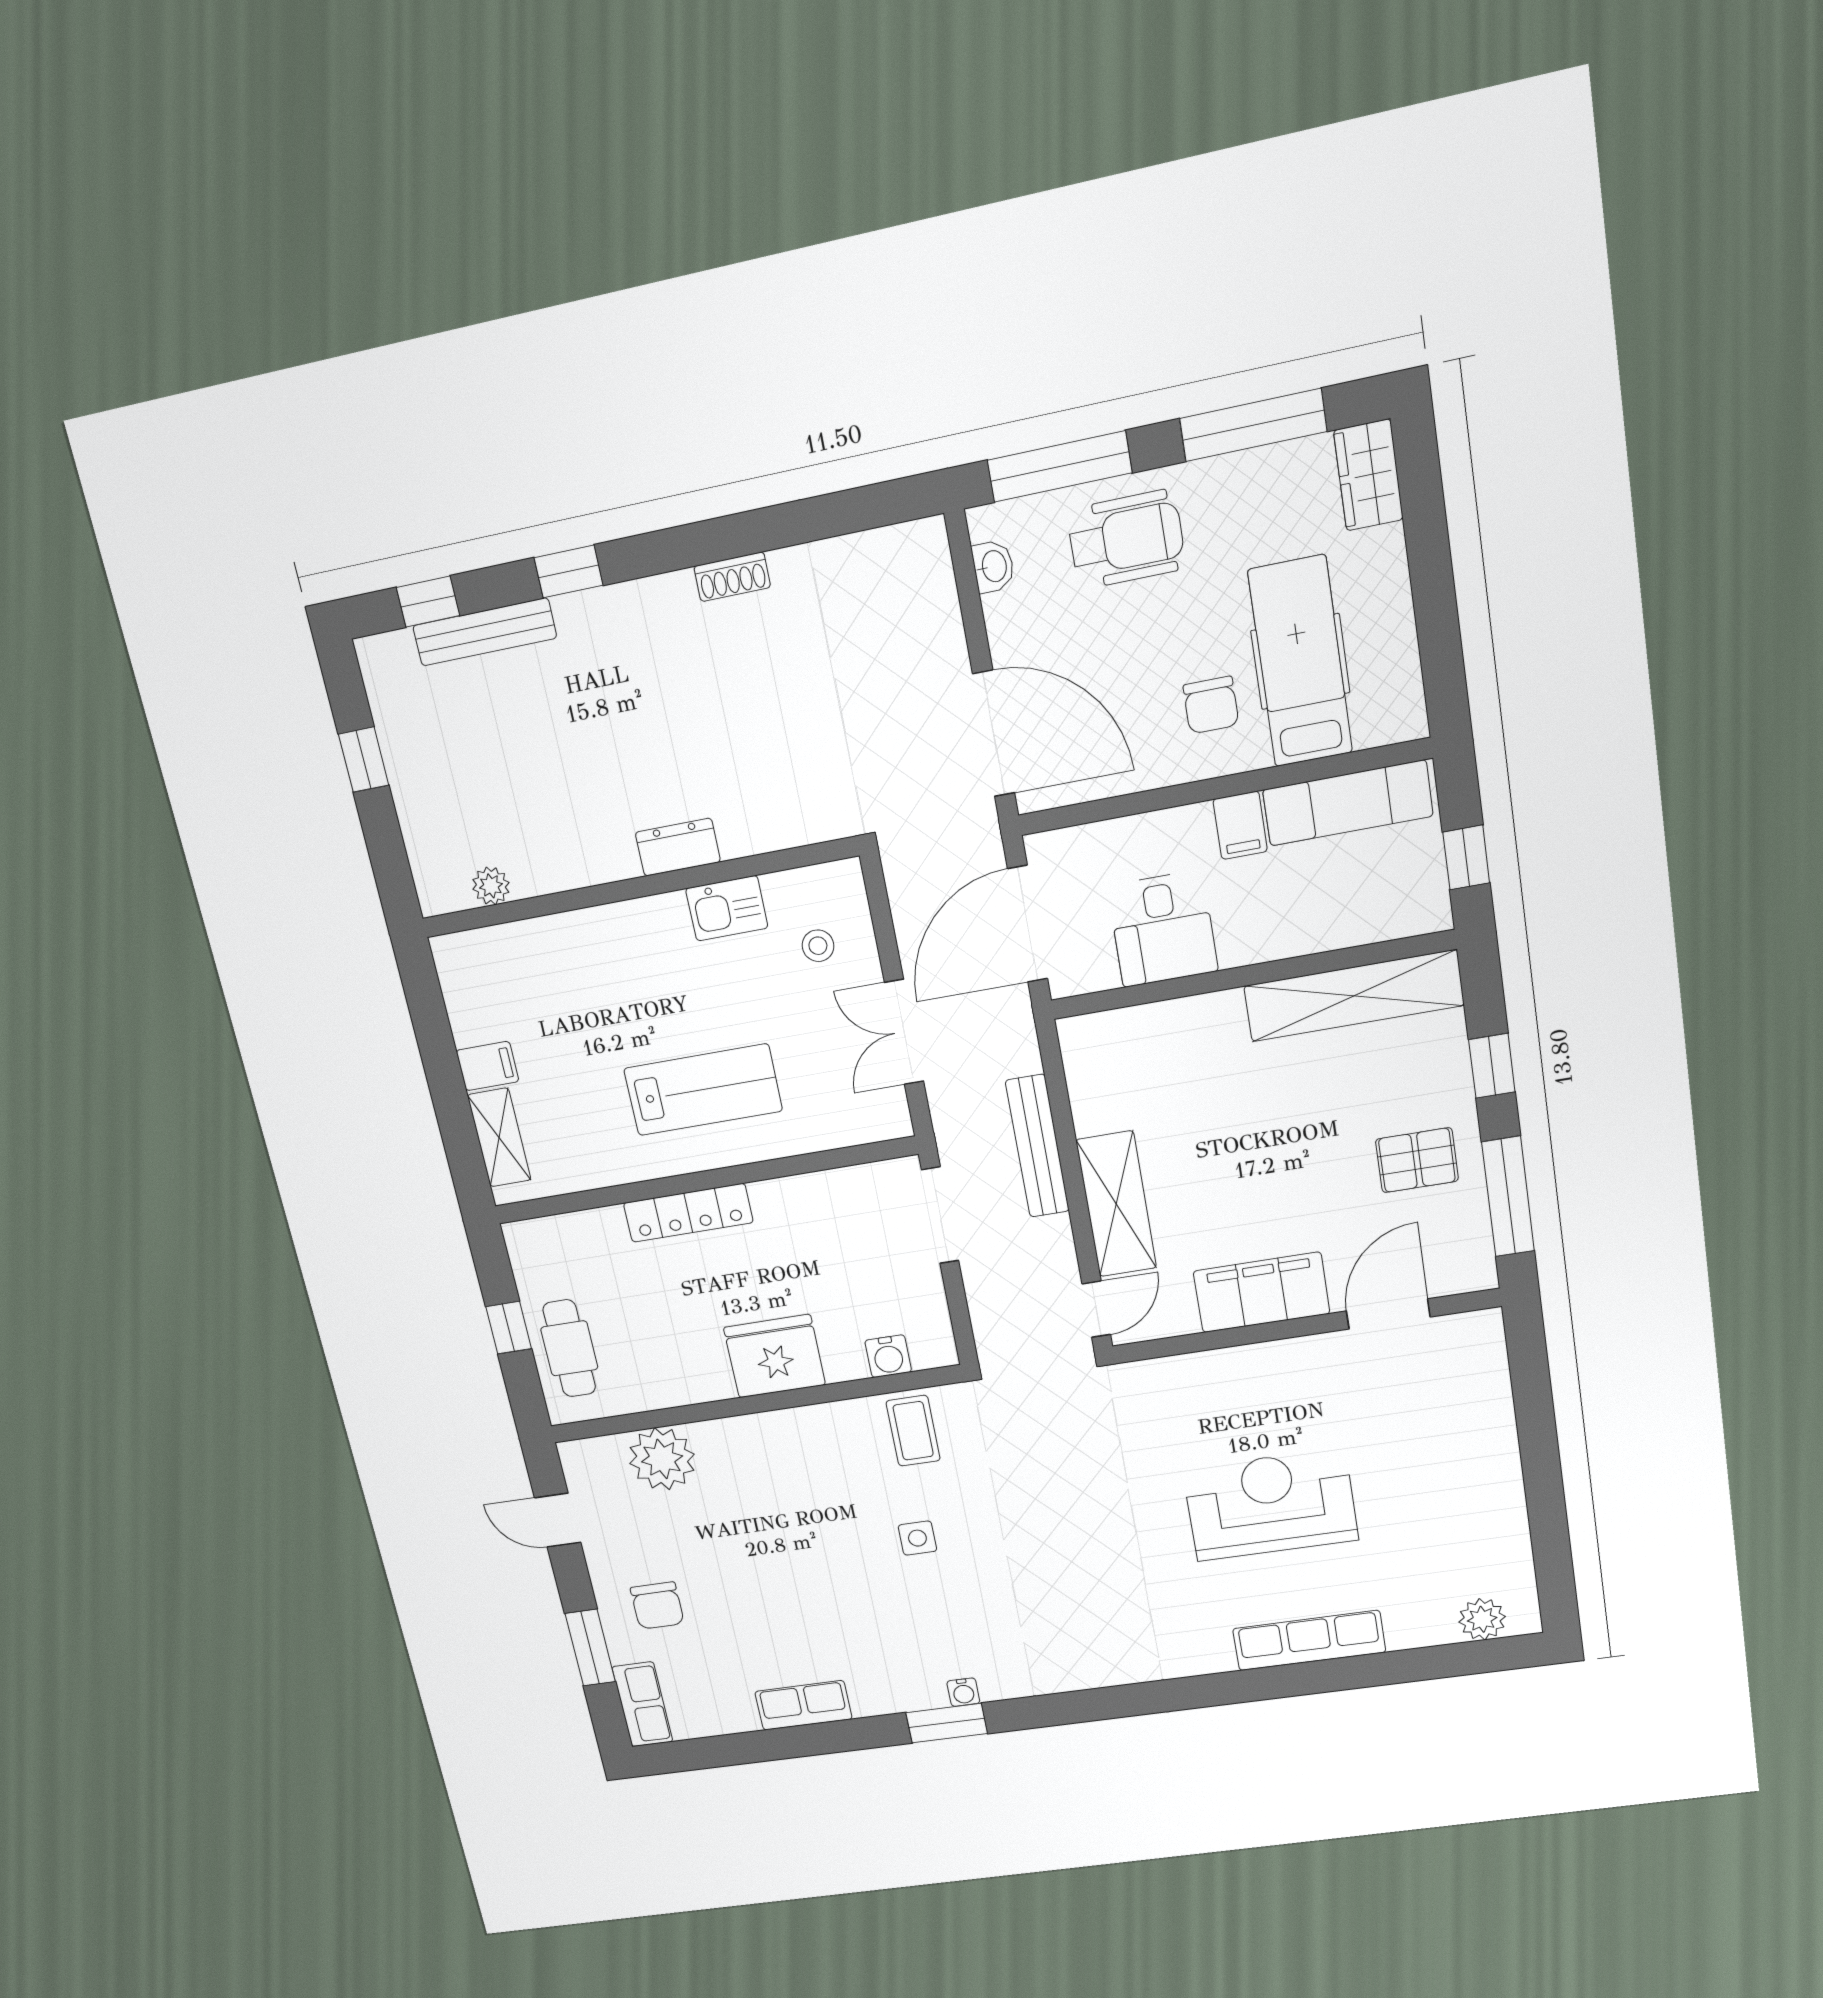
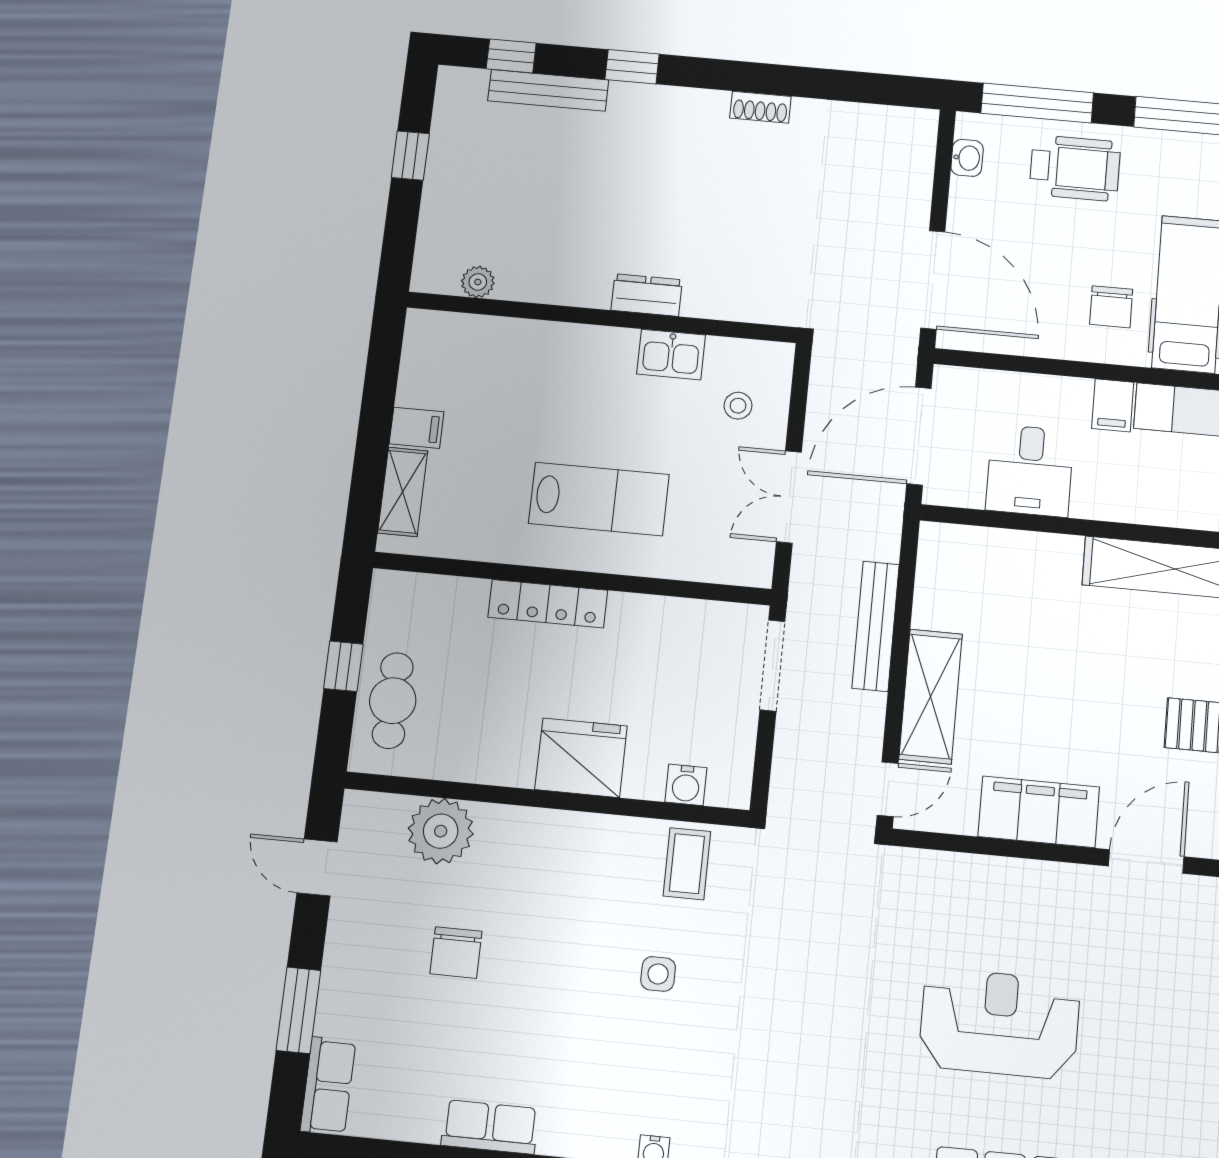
chair: (657, 1606) -> (456, 953), moved

